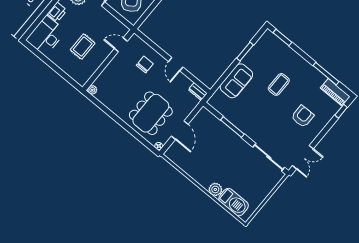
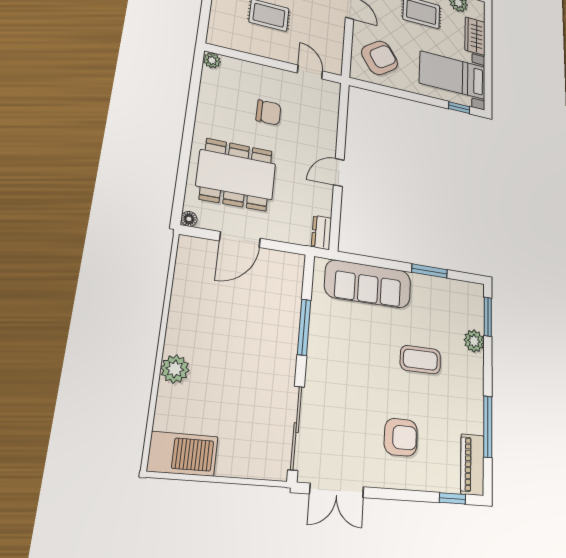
plant: (288, 53) -> (474, 341), added
chair: (145, 64) -> (268, 112), moved
sofa: (236, 81) -> (368, 284), width x1.36
barbecue: (234, 202) -> (183, 454), moved, turned -90

